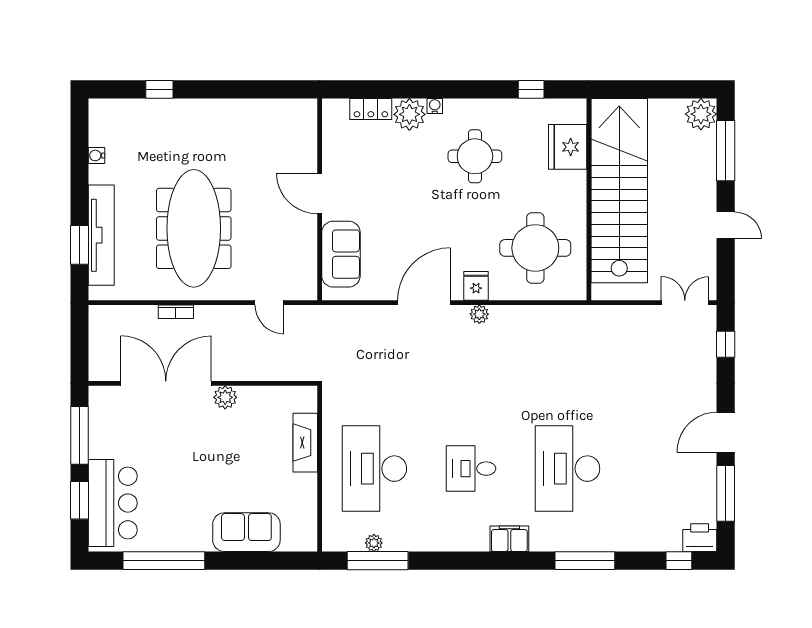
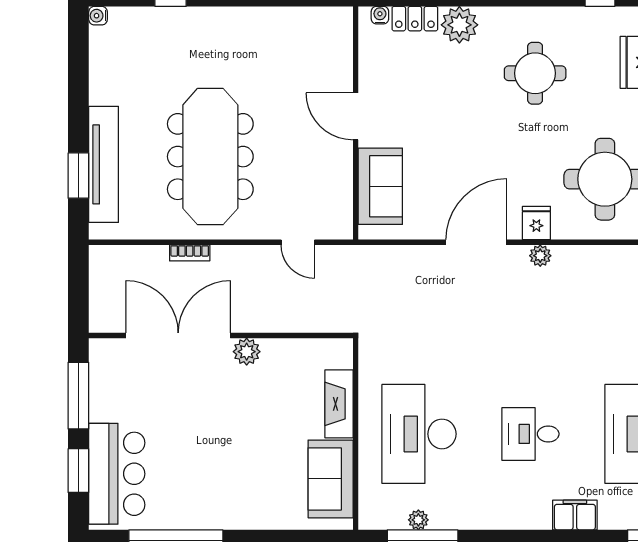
water cooler: (435, 106) -> (380, 15), moved
water cooler: (97, 155) -> (98, 16), moved
sofa: (246, 532) -> (331, 479), moved, turned -90

